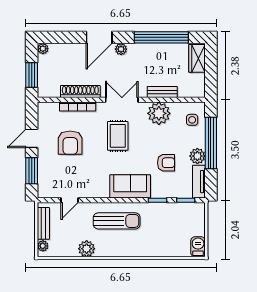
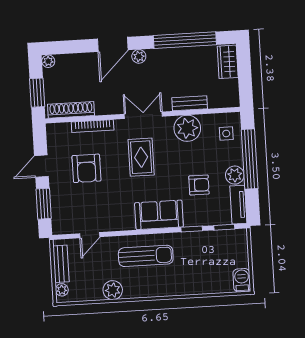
shoe rack: (80, 92) -> (71, 110), moved

